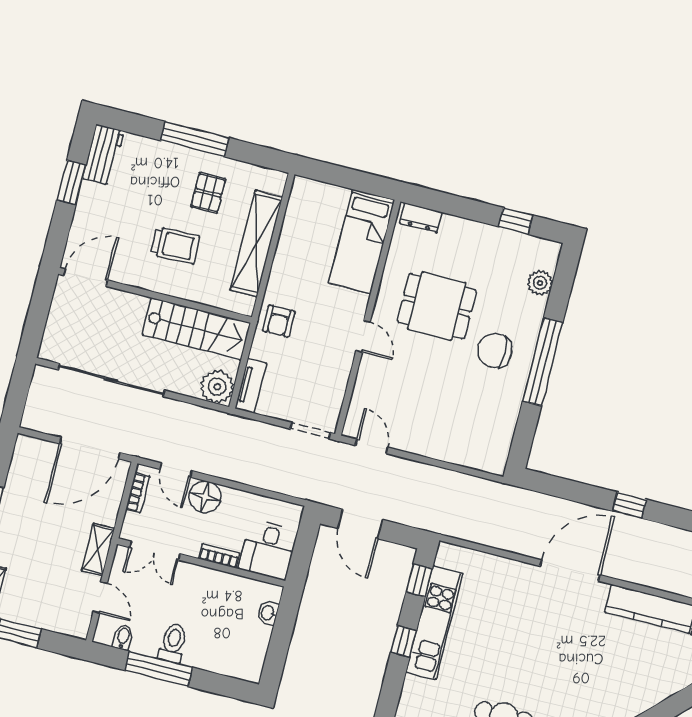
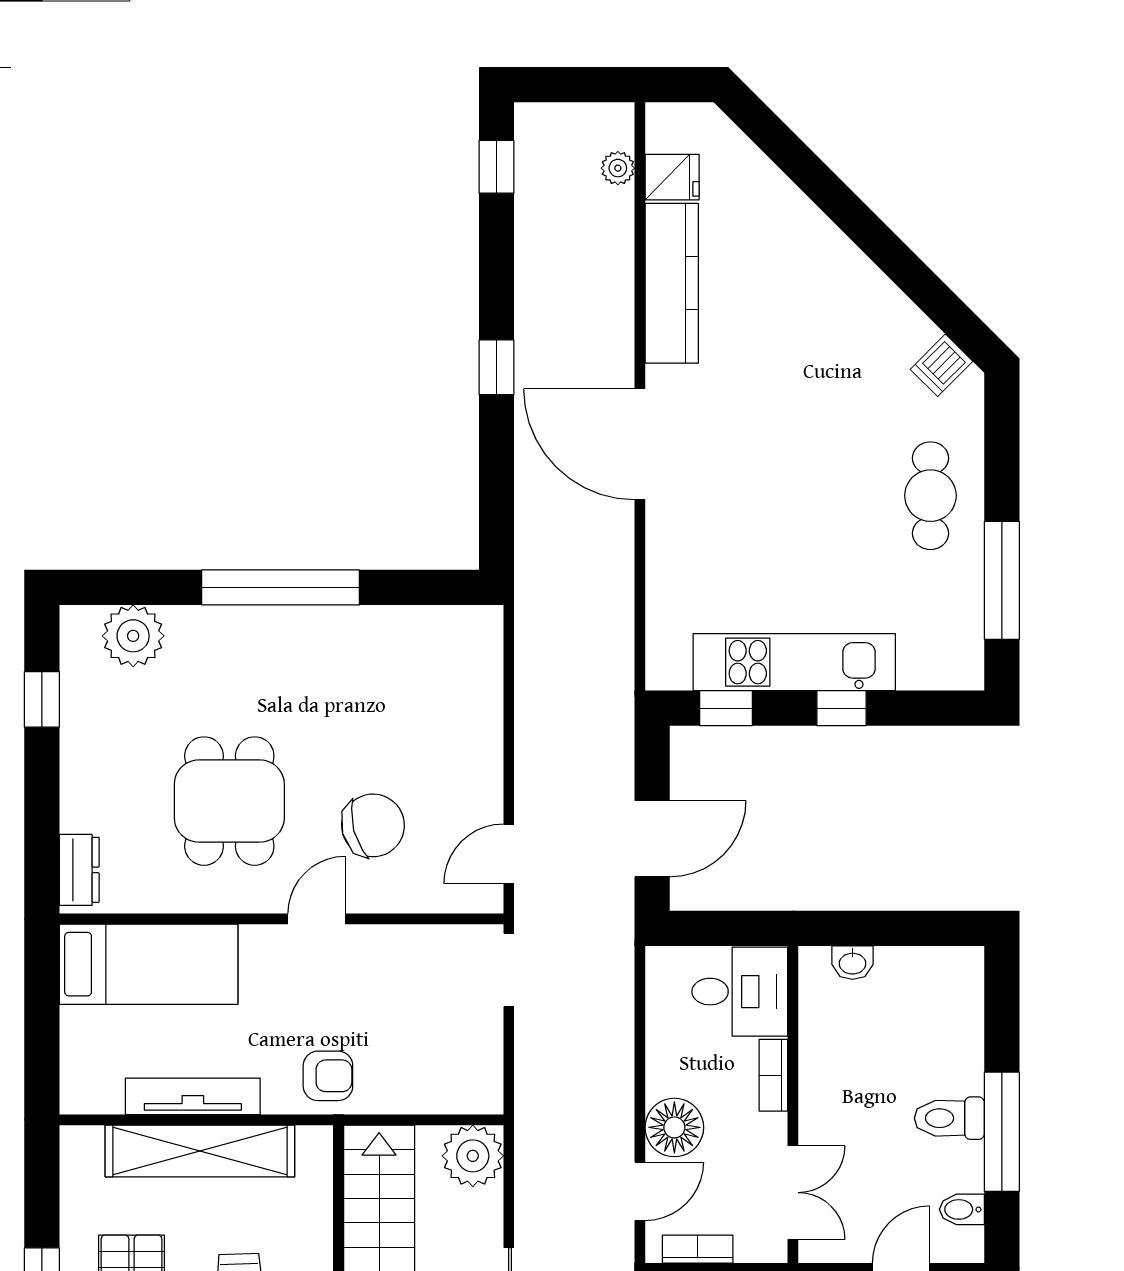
plant: (540, 283) -> (133, 636), width x1.36, depth x1.36
chair: (495, 351) -> (373, 825), moved, turned -102
tv unit: (251, 386) -> (193, 1096), moved, width x1.41

